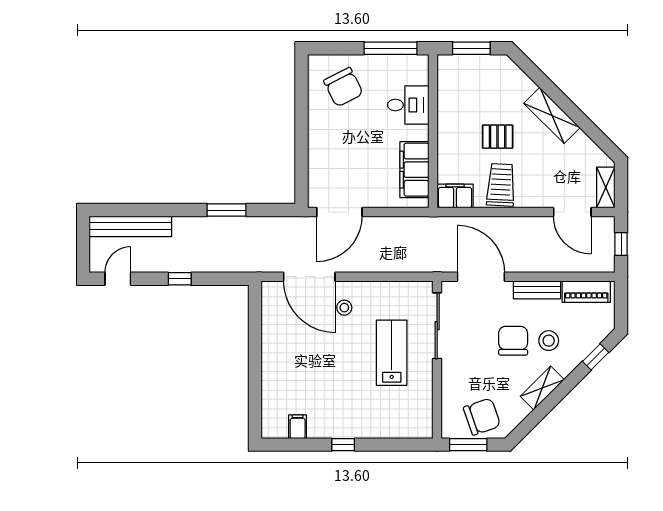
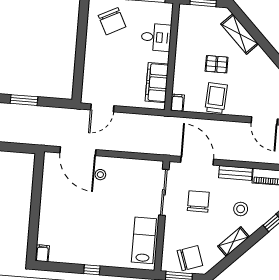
shelving: (552, 115) -> (240, 34), moved
filing cabinet: (455, 196) -> (177, 103), width x0.50
door: (339, 212) -> (102, 108), width x0.73
chair: (513, 341) -> (198, 201), moved
lab bench: (392, 353) -> (144, 240), moved
filing cabinet: (298, 427) -> (42, 253), moved

